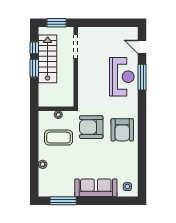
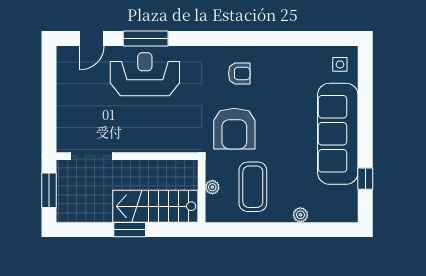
window: (34, 48) -> (94, 230), removed
stairs: (48, 59) -> (155, 206), moved
armchair: (122, 130) -> (239, 74), width x0.53, depth x0.53
sofa: (96, 188) -> (338, 134), width x1.36, depth x1.27
window: (63, 201) -> (365, 179), width x0.46

